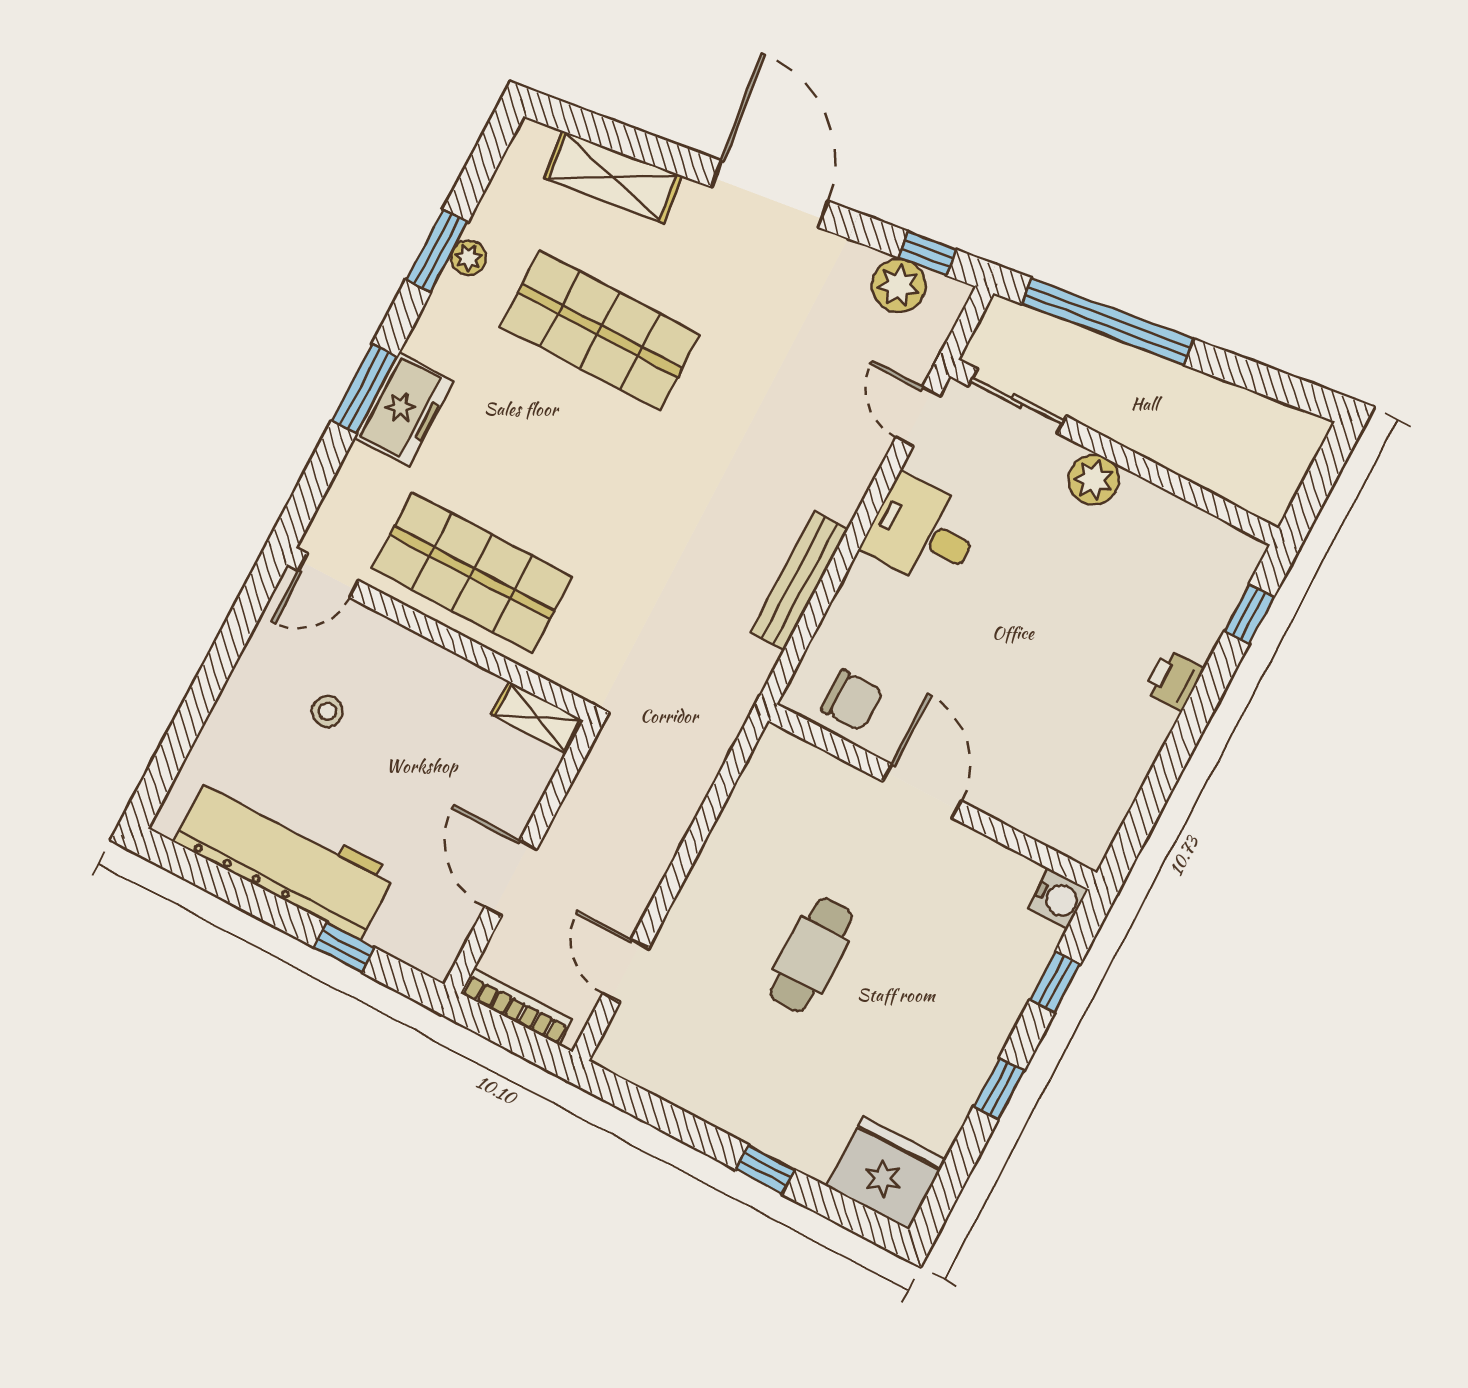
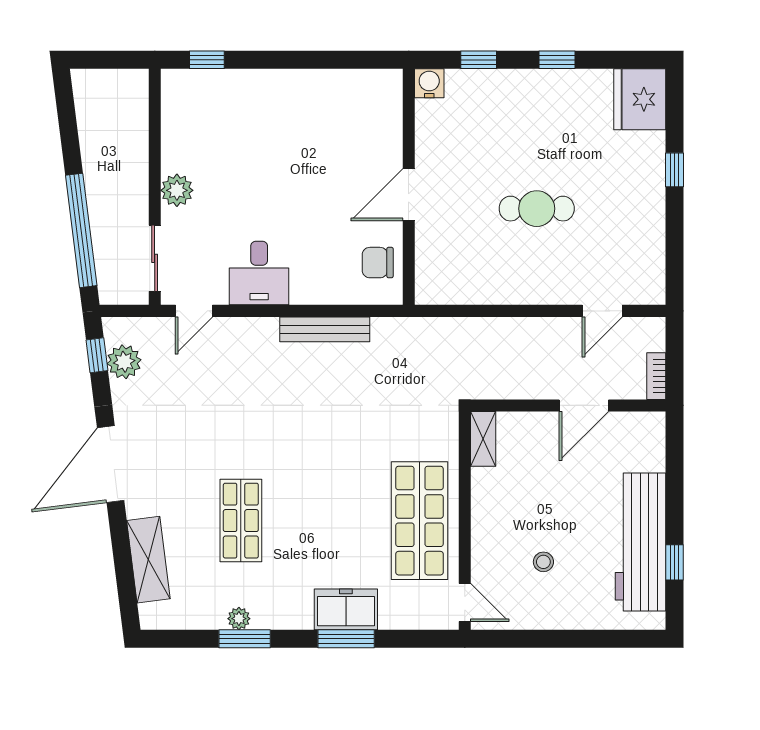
shop shelf: (600, 330) -> (241, 521), width x0.70, depth x0.74
printer: (1174, 680) -> (268, 83), removed
chair: (852, 701) -> (378, 263), turned -90
window: (344, 947) -> (674, 562), moved
bookcase: (517, 1007) -> (656, 376), width x0.64

